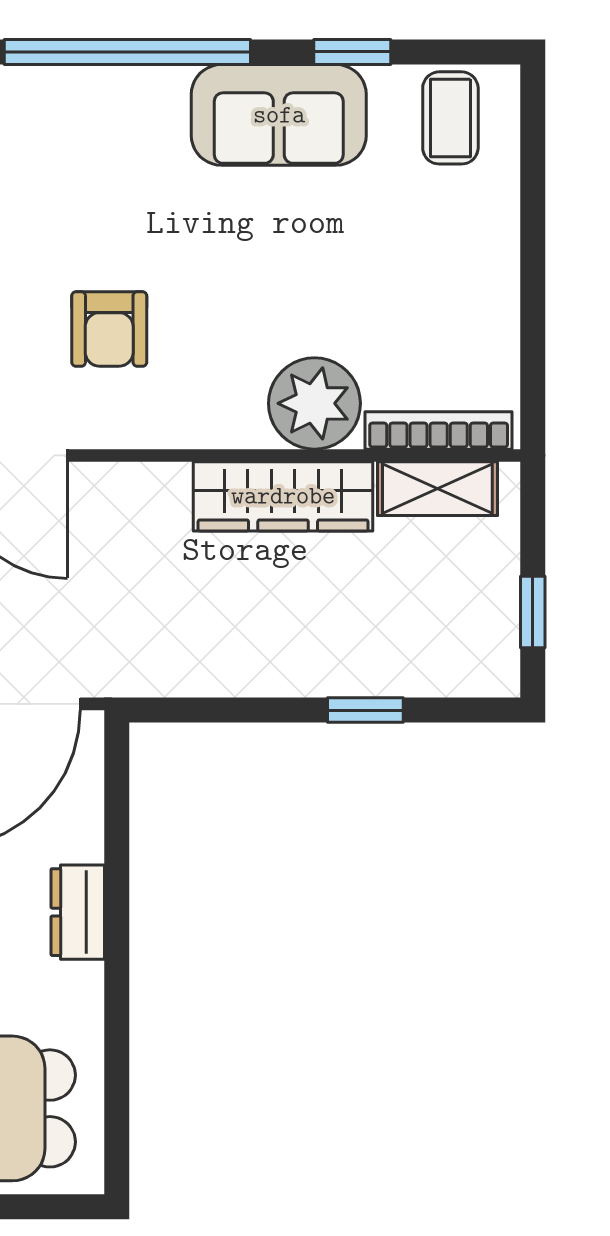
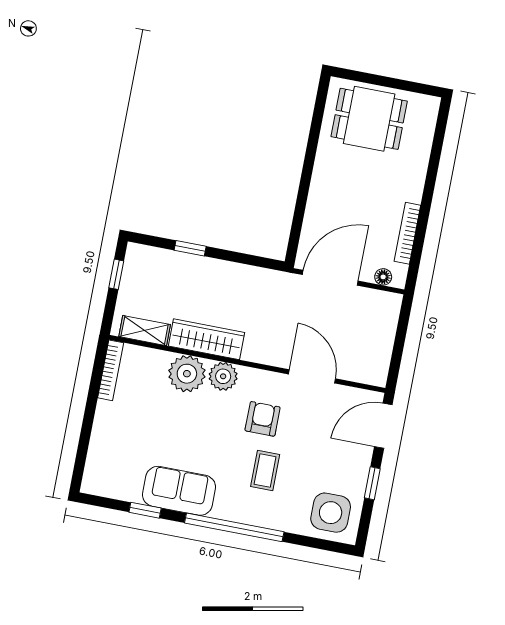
coffee table: (450, 118) -> (265, 470), moved
plant: (225, 414) -> (223, 376), added
bookcase: (439, 430) -> (111, 370), moved, turned -90
dresser: (78, 912) -> (320, 190), removed

